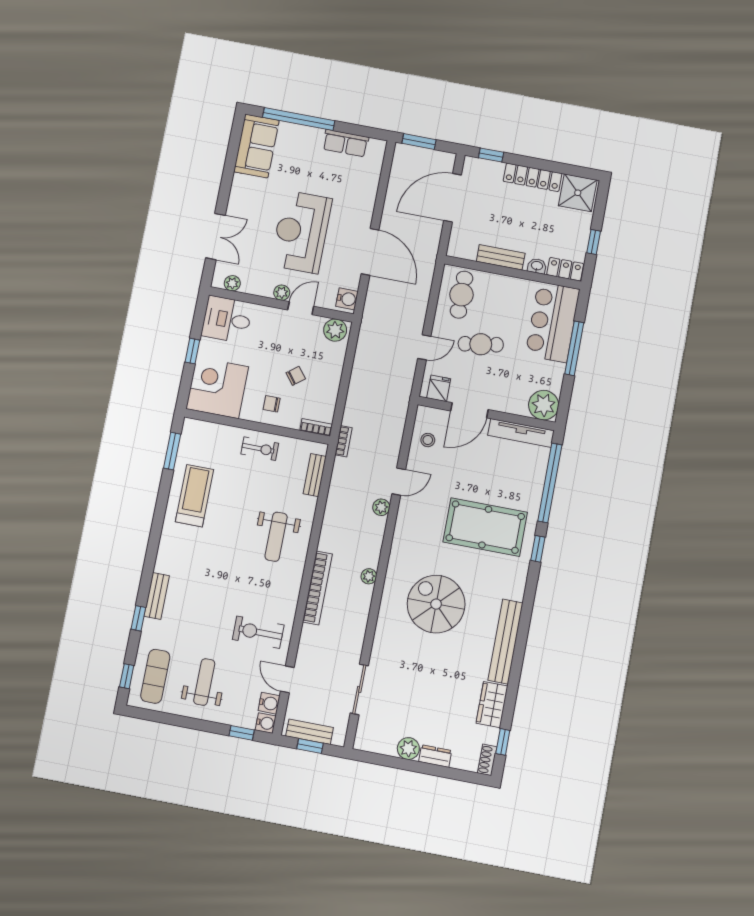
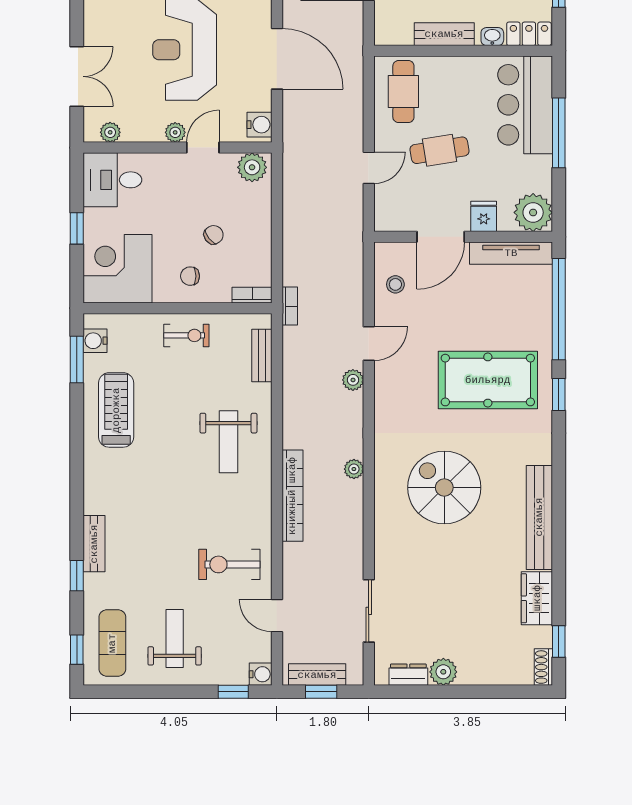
fridge: (439, 388) -> (484, 216), moved
water cooler: (269, 703) -> (95, 341), moved, turned 180
dresser: (435, 756) -> (408, 675), moved

